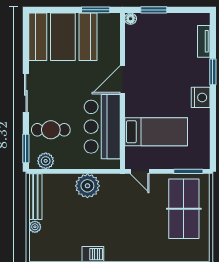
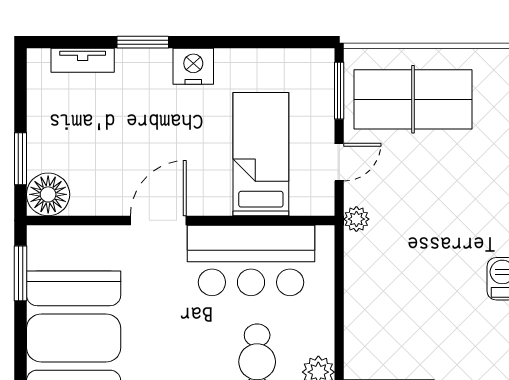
floor lamp: (131, 19) -> (48, 194), width x1.89, depth x1.89
door: (122, 80) -> (158, 220), swing flipped
door: (140, 171) -> (339, 162), moved
plant: (87, 186) -> (356, 219), moved, width x0.53, depth x0.53

